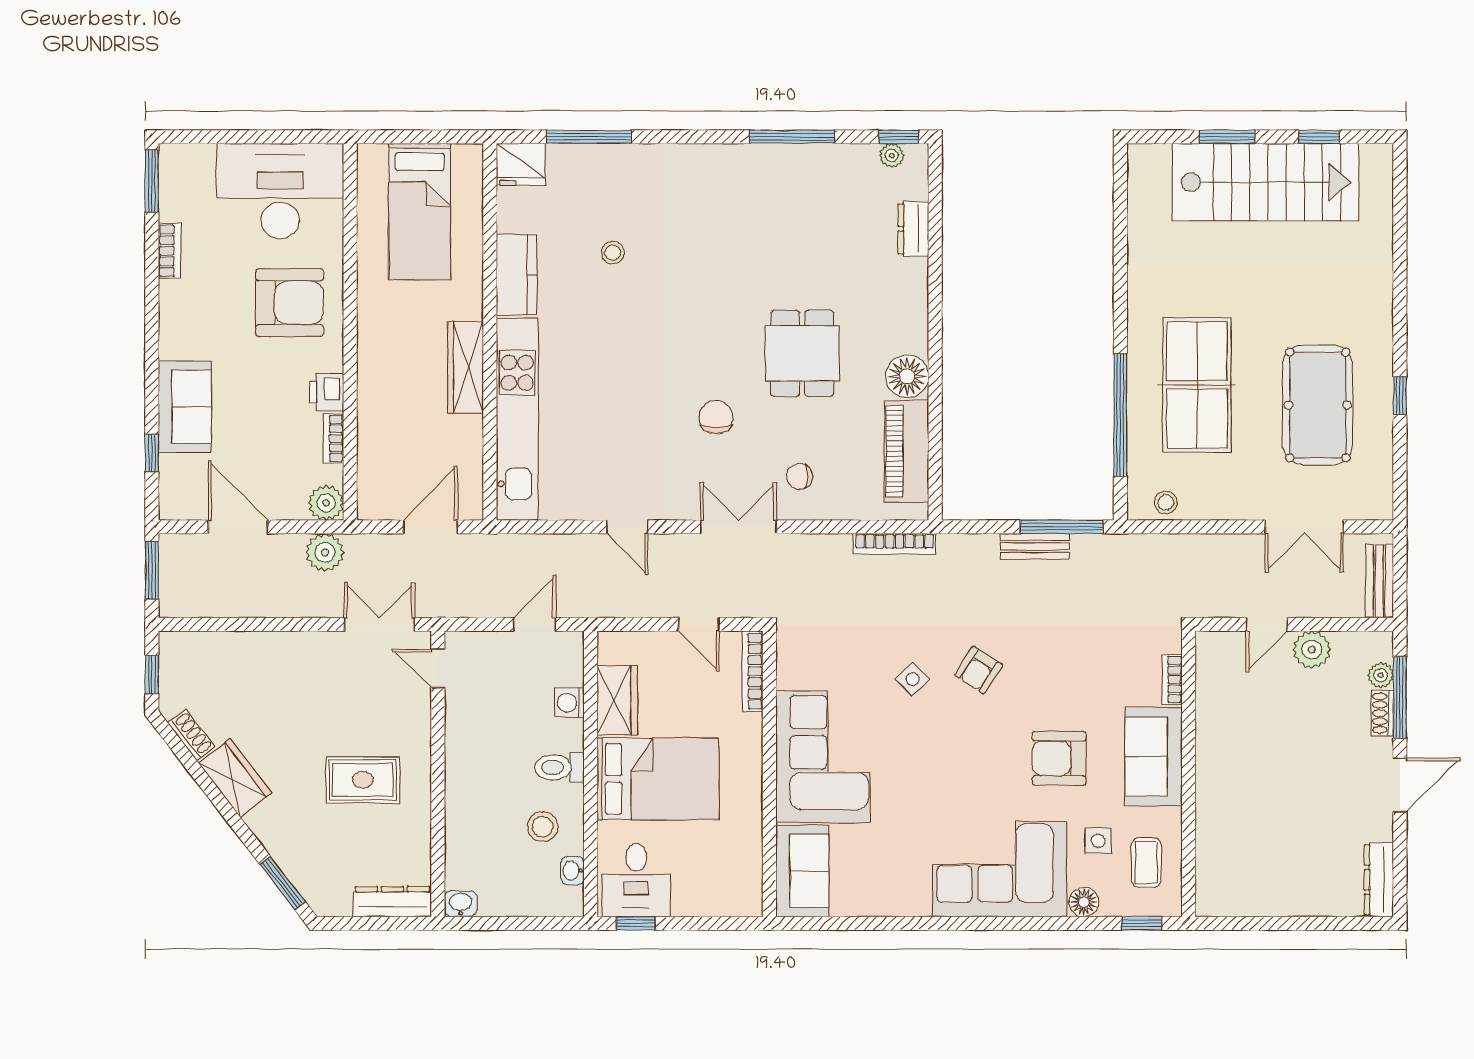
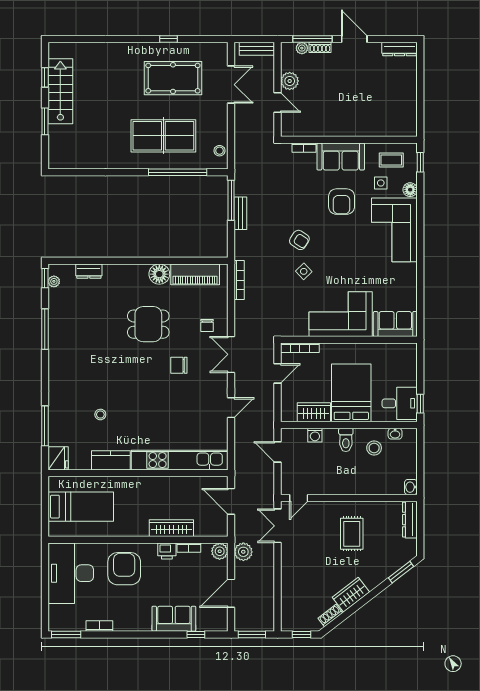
stairs: (1266, 182) -> (60, 91), width x0.73, depth x0.66
wardrobe: (466, 367) -> (171, 528), moved, turned 180

